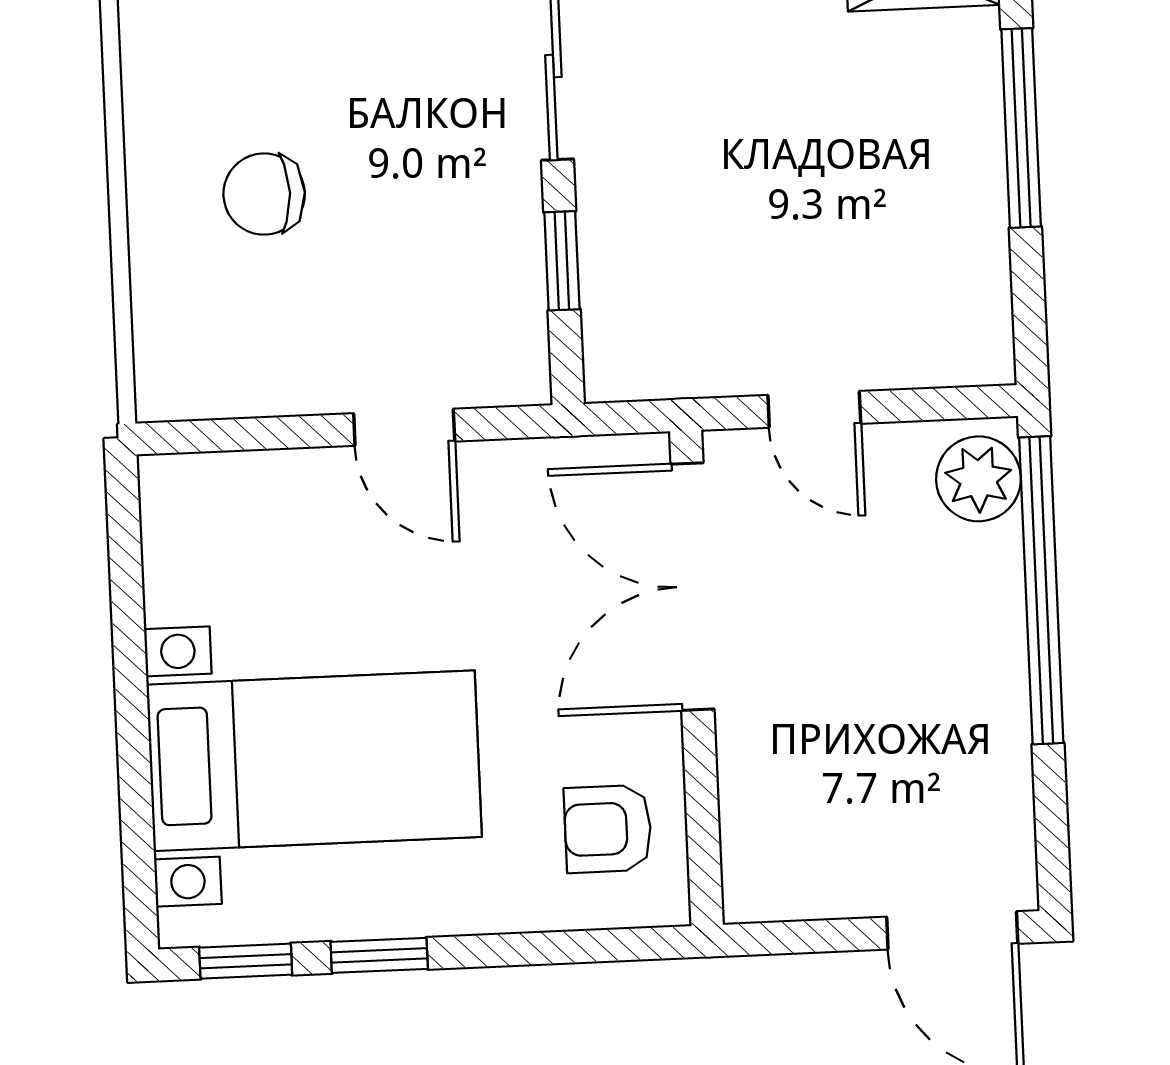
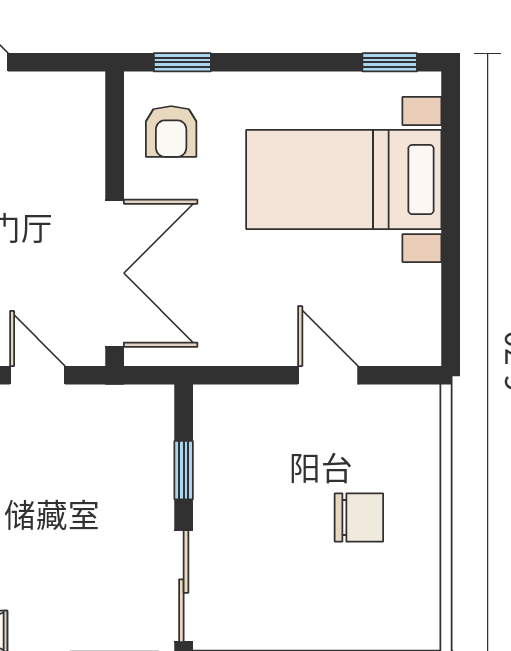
door: (404, 427) -> (328, 375), moved
armchair: (608, 829) -> (171, 131), turned 90
window: (379, 955) -> (182, 62), moved

